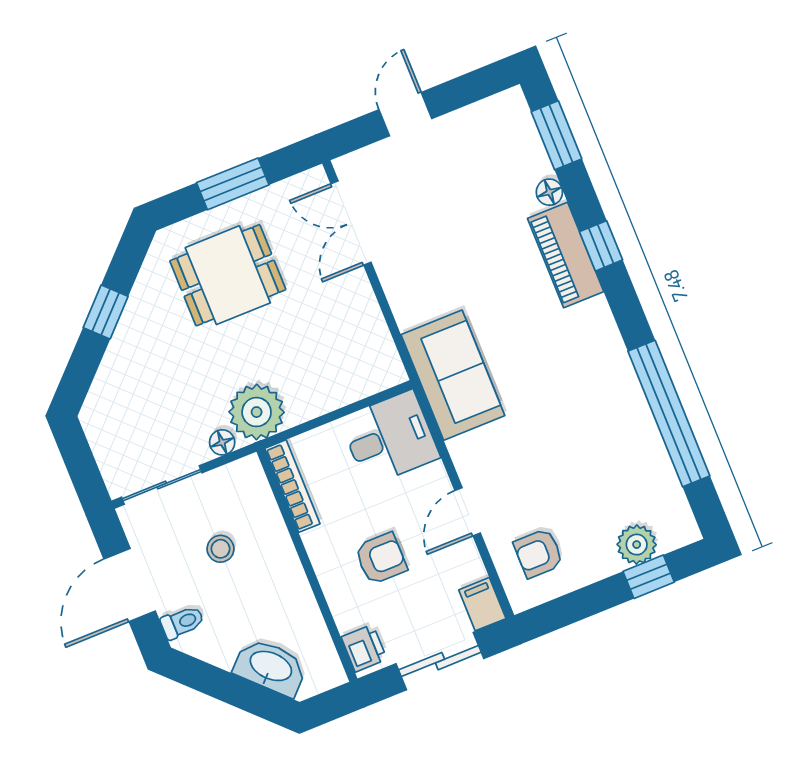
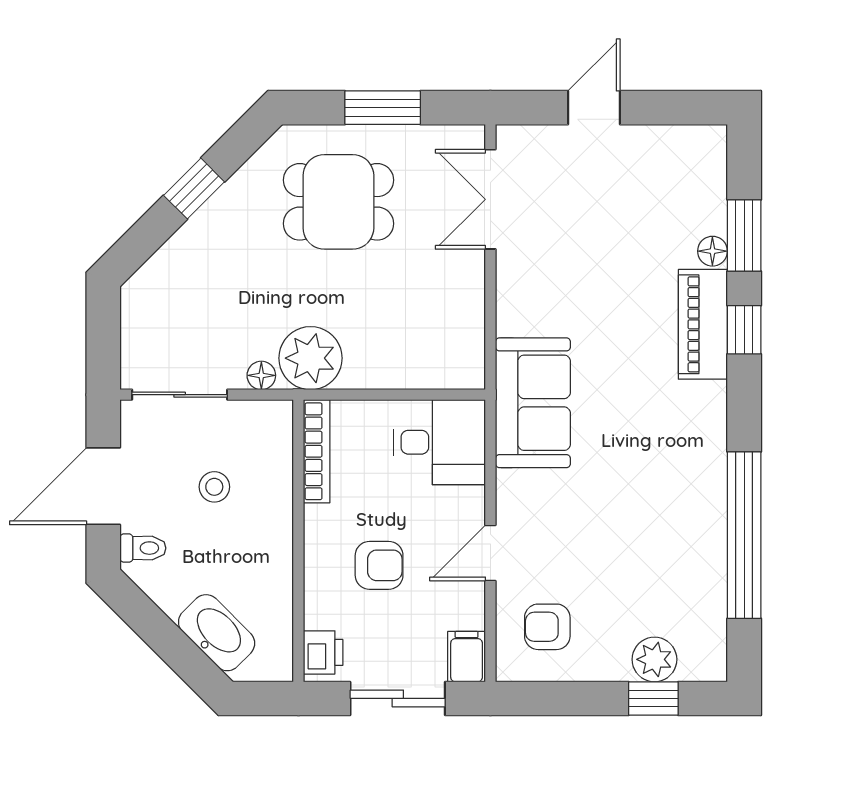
window: (556, 135) -> (744, 235), moved

